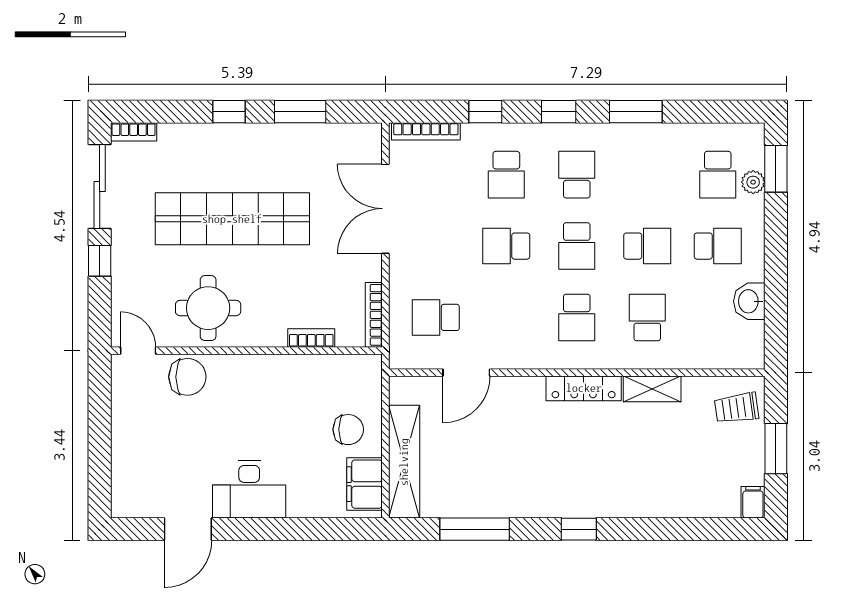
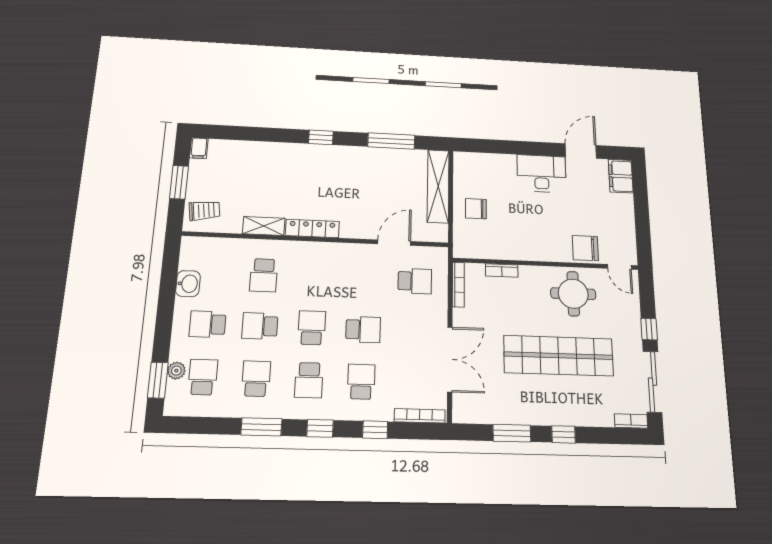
school desk: (577, 317) -> (256, 379), moved
filing cabinet: (365, 484) -> (621, 176), moved, turned 180

